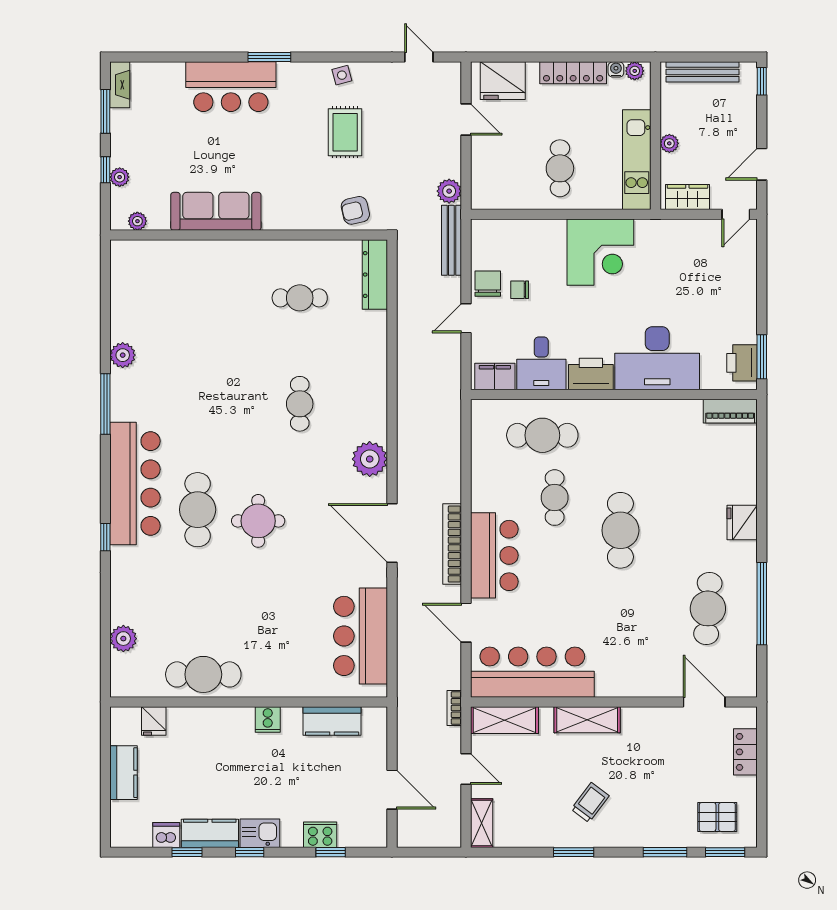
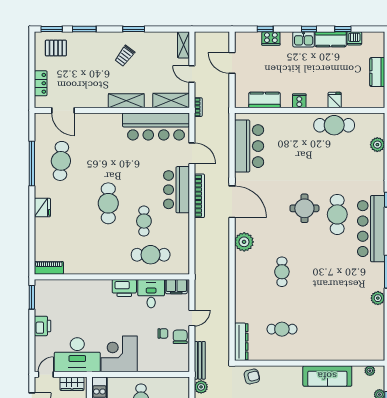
chair: (488, 284) -> (180, 337), turned 180
desk: (657, 358) -> (77, 355), moved, turned 180
printer: (742, 363) -> (42, 326), moved
fridge: (154, 721) -> (335, 100), moved

